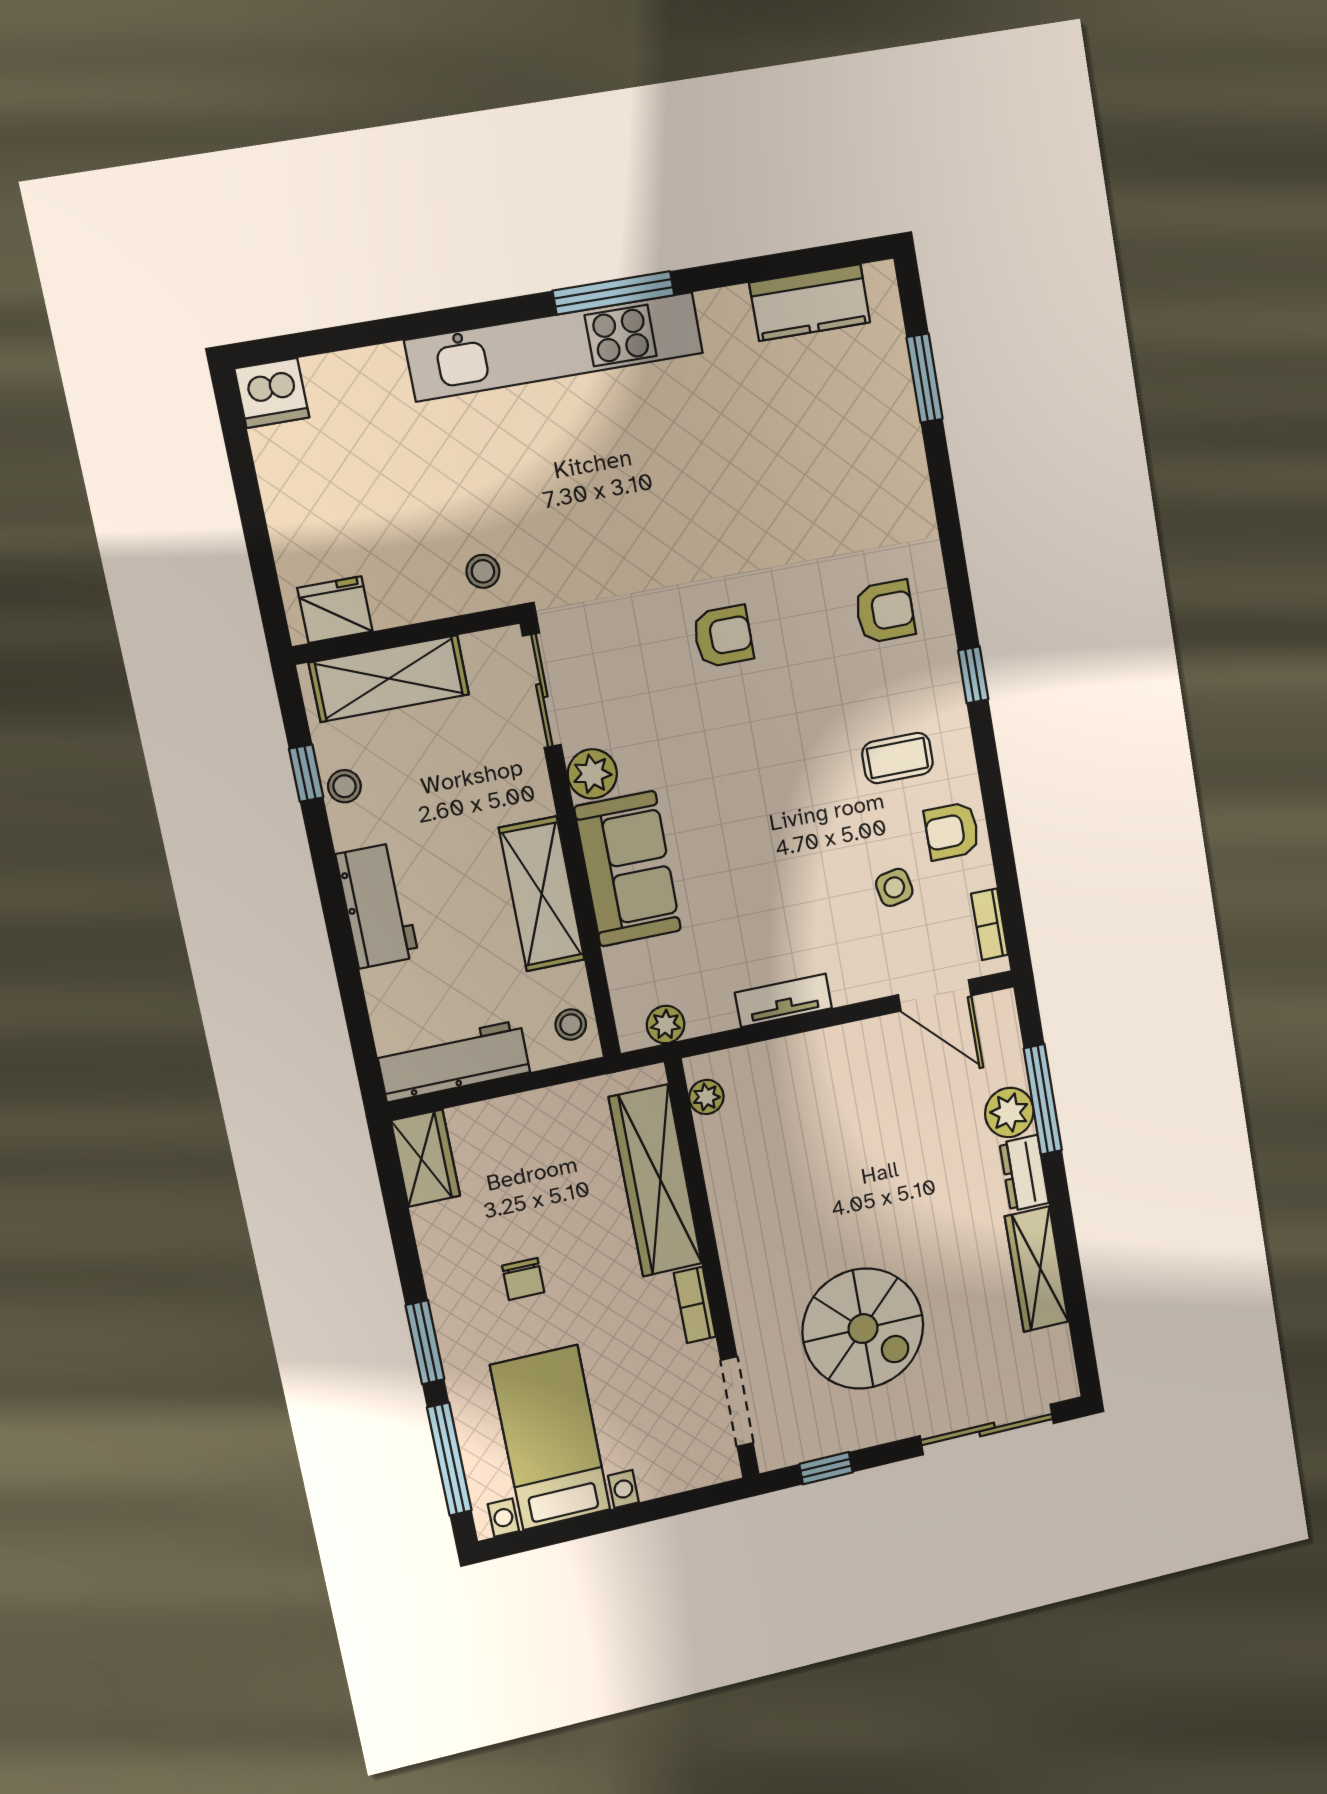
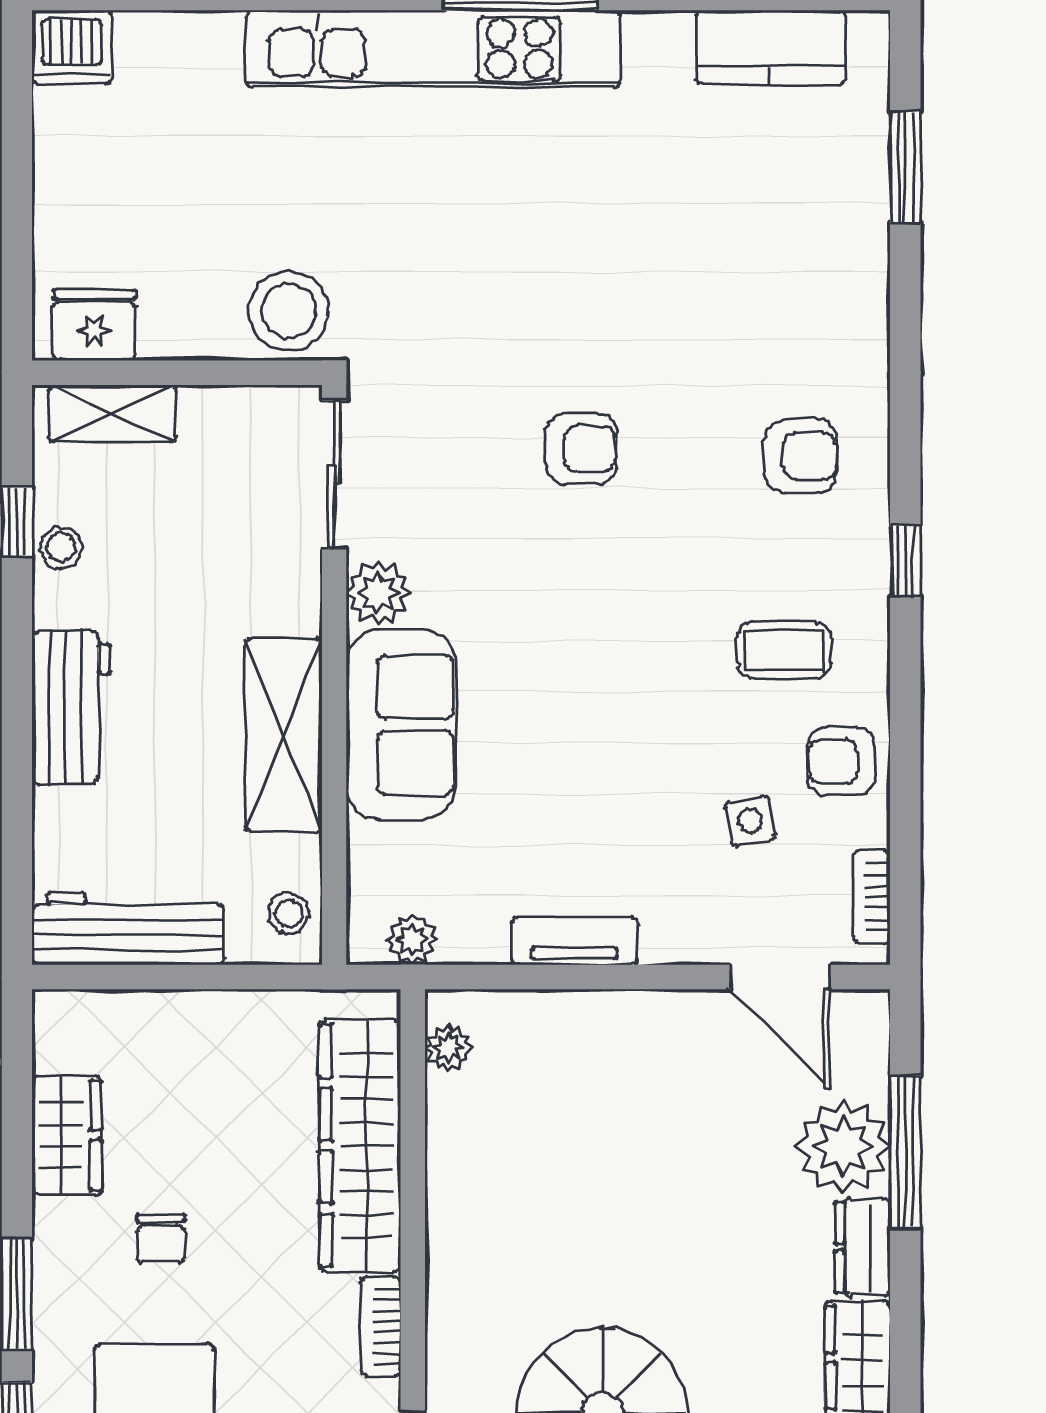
stool: (483, 571) -> (289, 311), width x1.89, depth x1.89
shelving: (389, 679) -> (112, 414), width x0.67, depth x0.75
plant: (1009, 1112) -> (843, 1147), width x1.36, depth x1.36
wardrobe: (425, 1158) -> (66, 1135), moved

